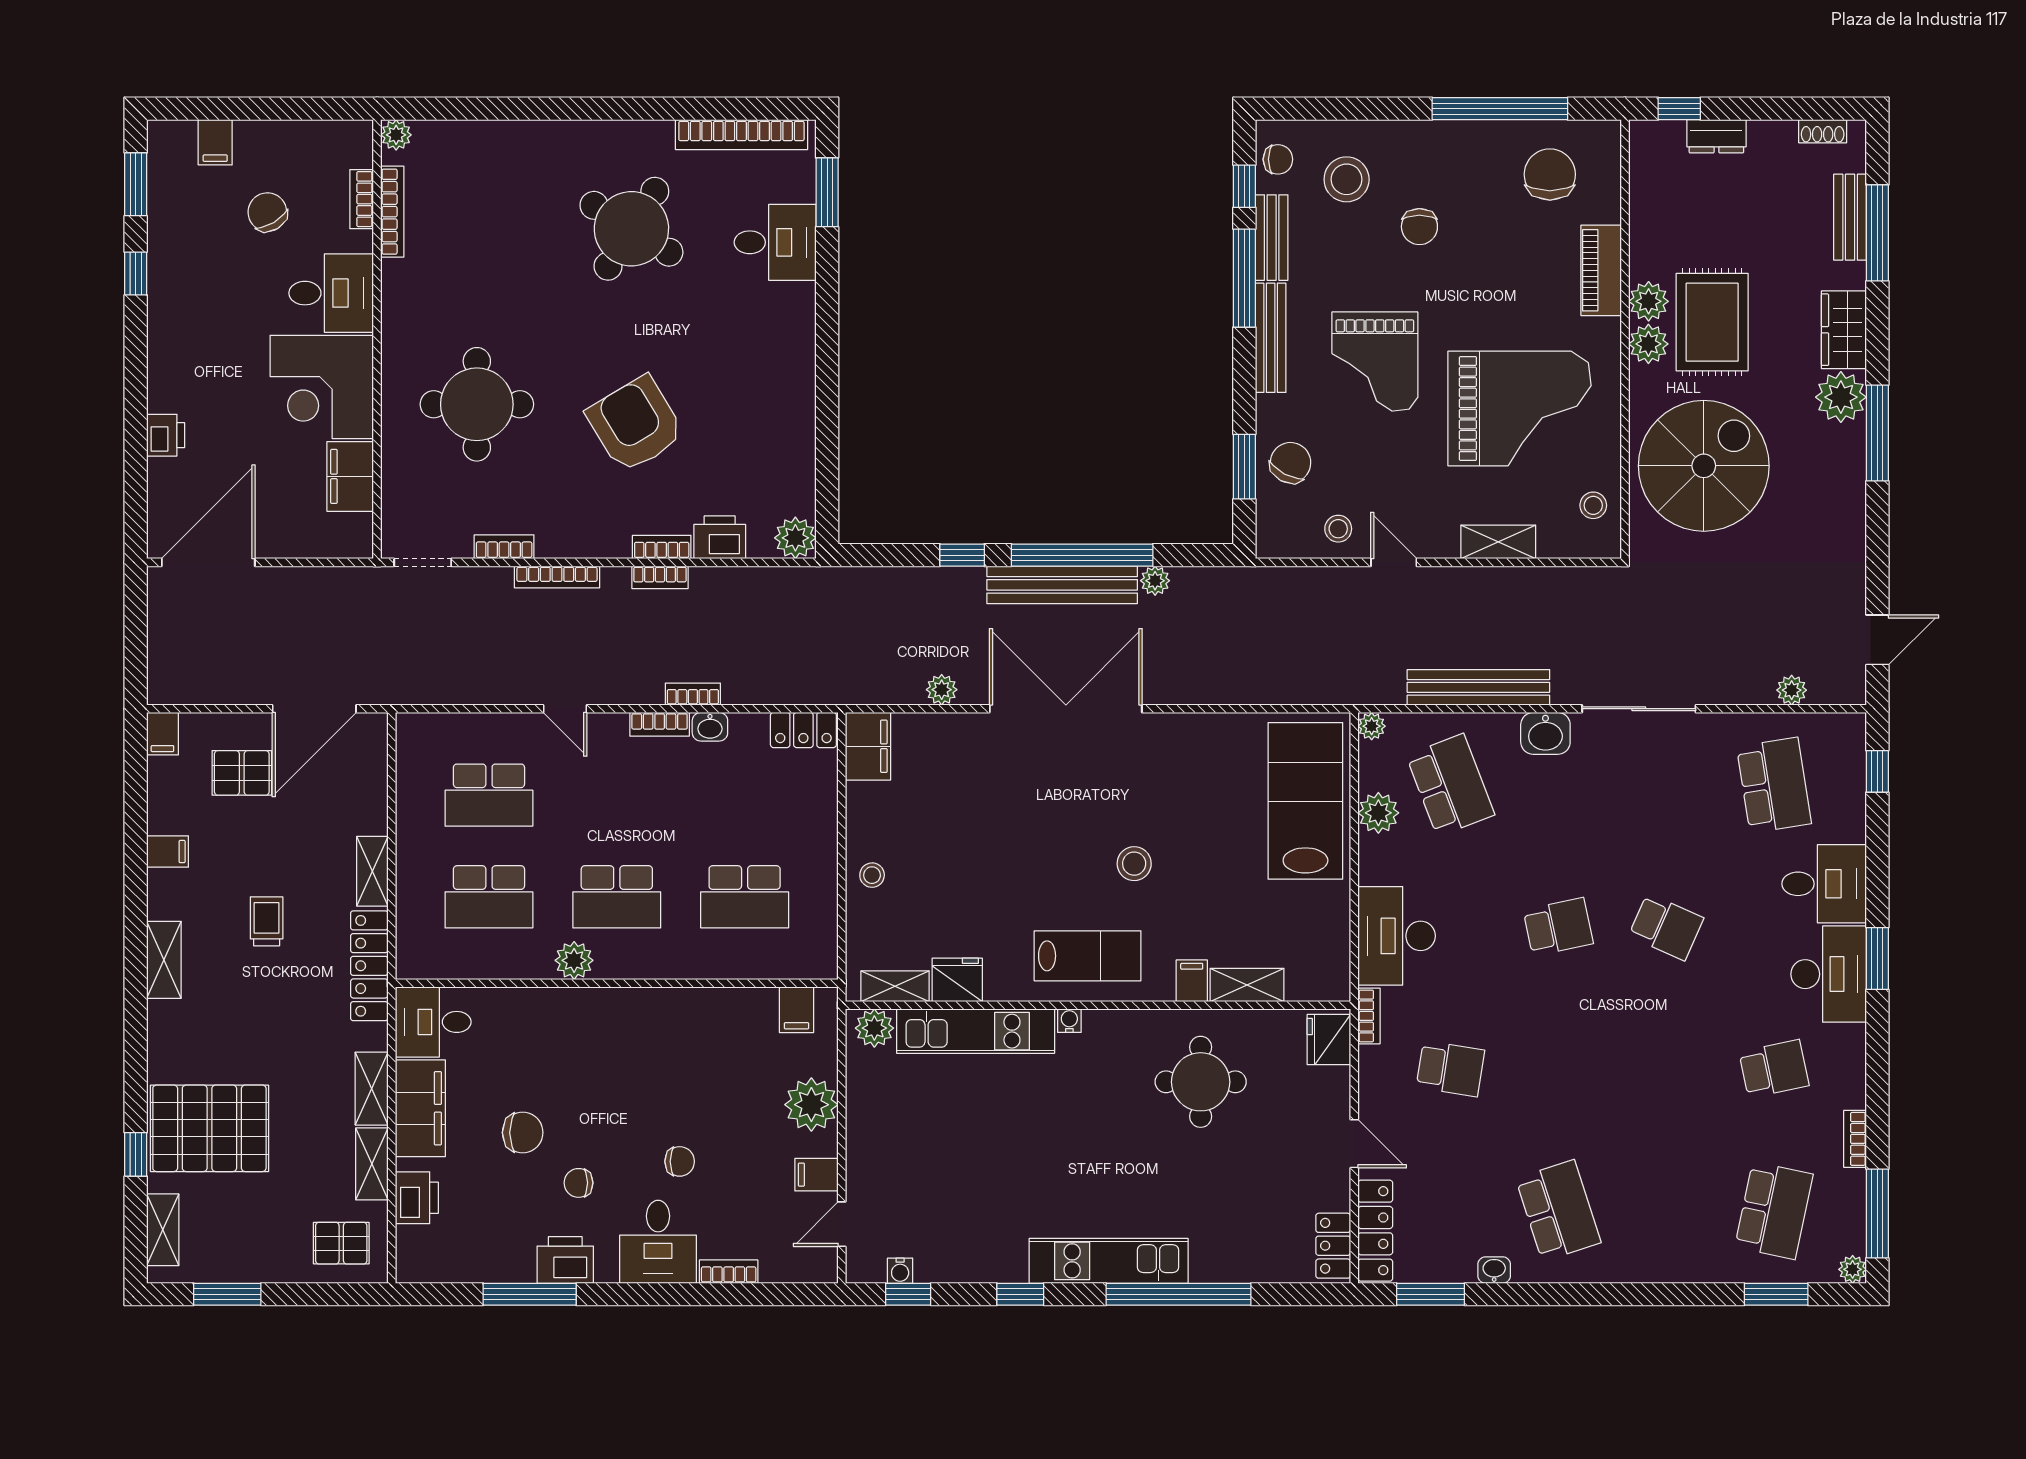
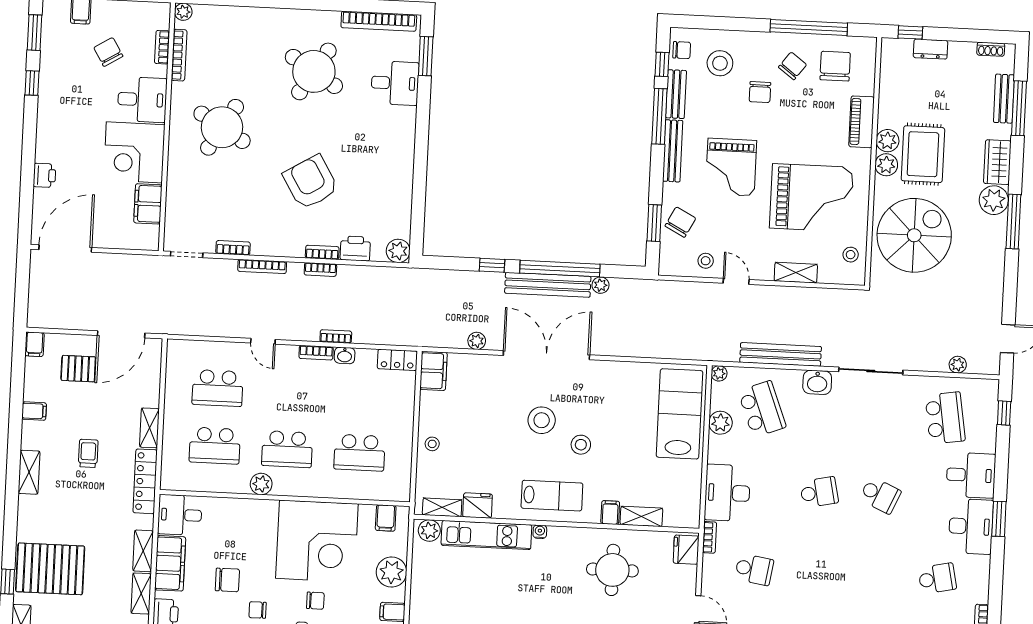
chair: (1475, 178) -> (793, 66), added
round table: (477, 404) -> (222, 127), moved, turned 31
stool: (1063, 824) -> (542, 420), added
corner desk: (677, 1056) -> (317, 541), added

